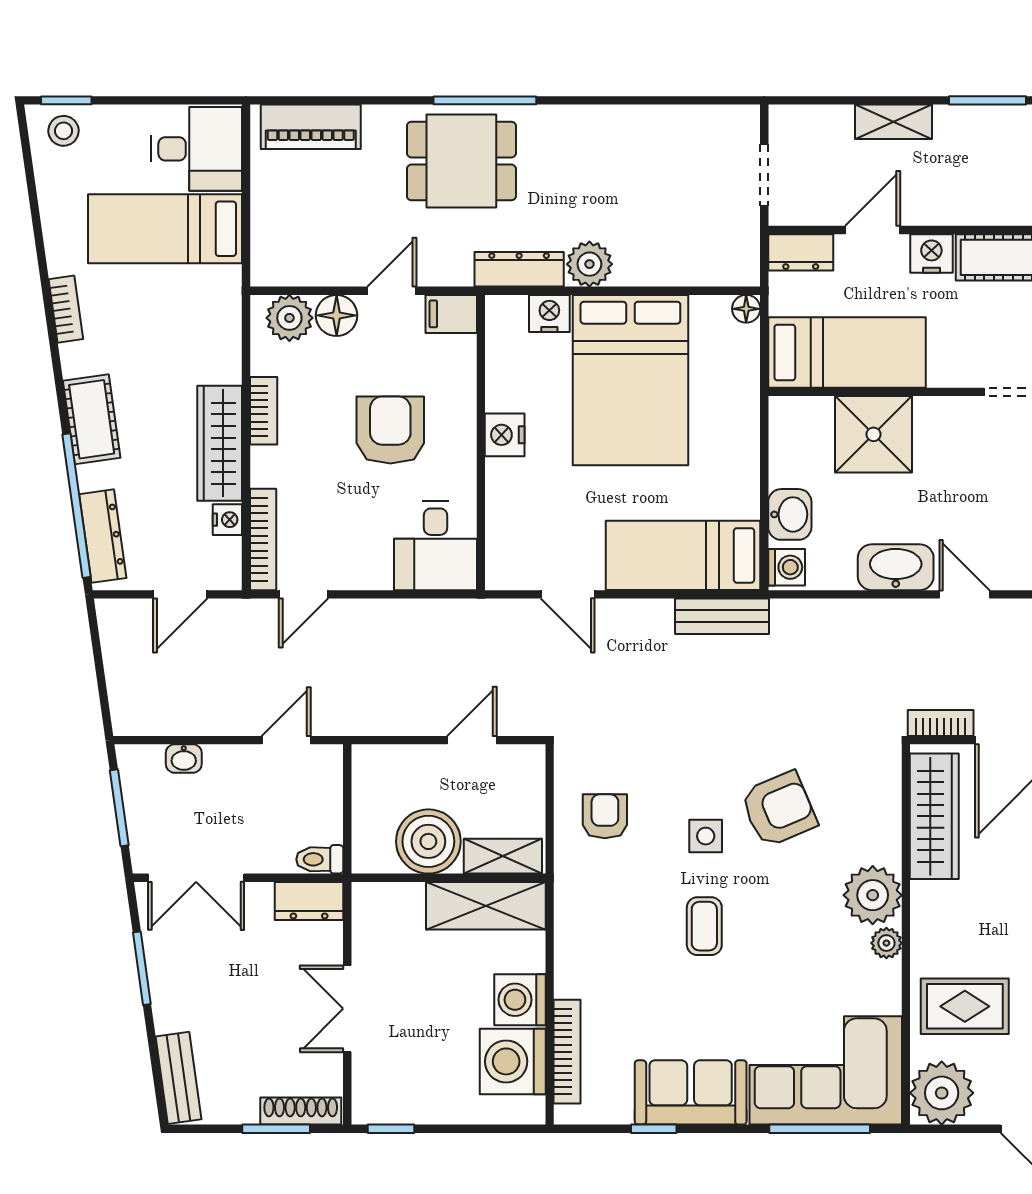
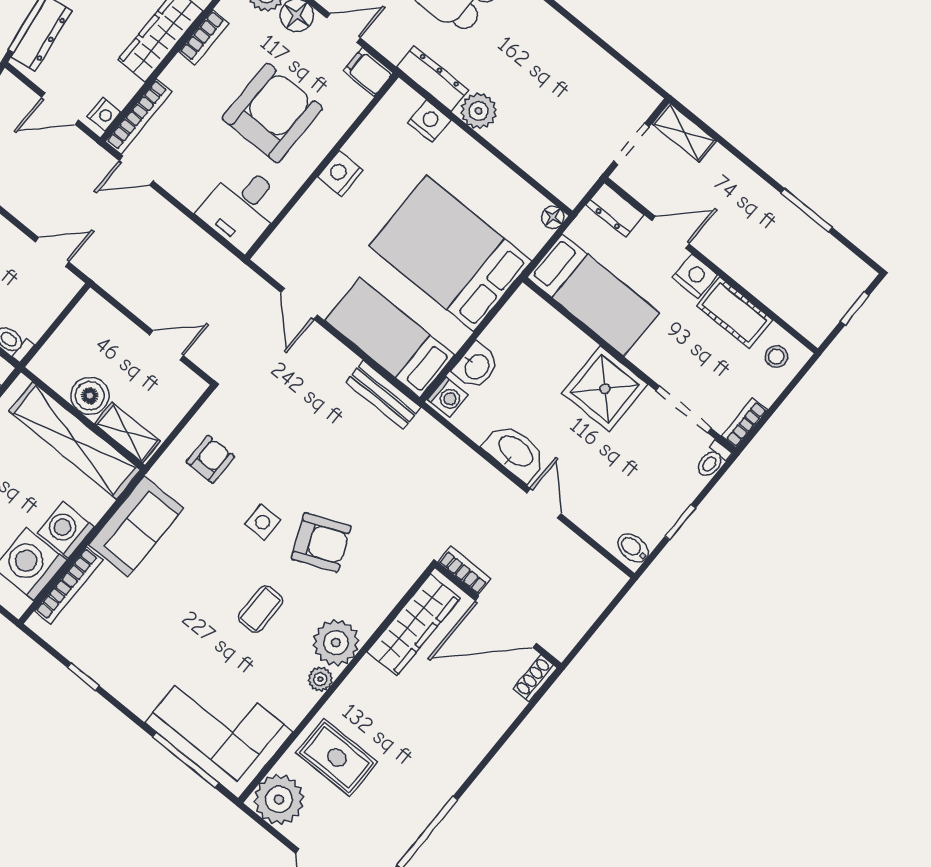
shelving: (894, 122) -> (684, 132), moved
bed: (630, 380) -> (450, 253), moved, turned 90
armchair: (390, 430) -> (272, 113), width x1.36, depth x1.36
shower: (873, 434) -> (605, 389), moved
nightstand: (227, 520) -> (104, 114), moved
boiler: (428, 841) -> (90, 396), width x0.73, depth x0.73
shelving: (486, 906) -> (75, 440), width x1.47
coffee table: (704, 926) -> (260, 609), moved
sofa: (691, 1092) -> (136, 526), moved, turned 90

